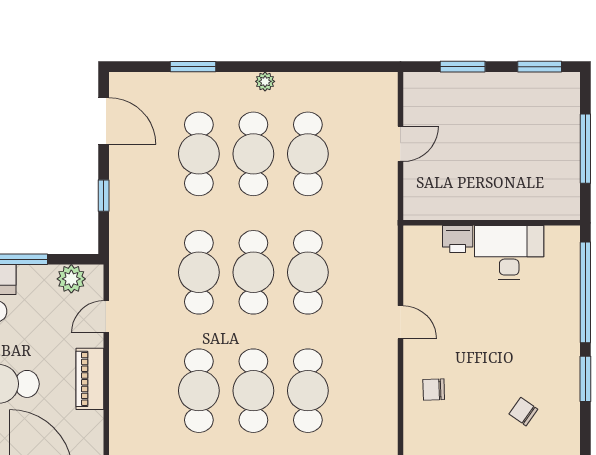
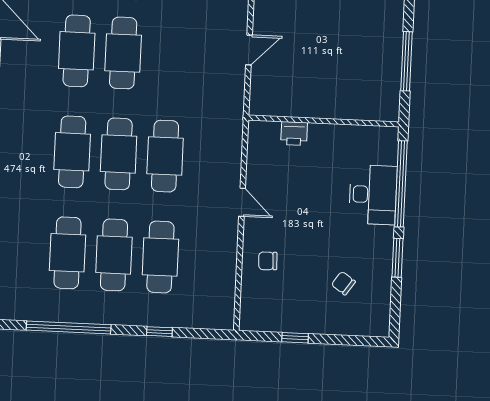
cafe table: (308, 154) -> (170, 55), removed
desk: (509, 252) -> (373, 195), moved, turned 90

